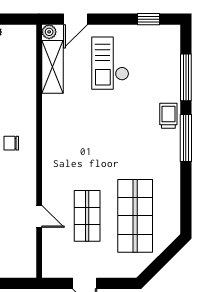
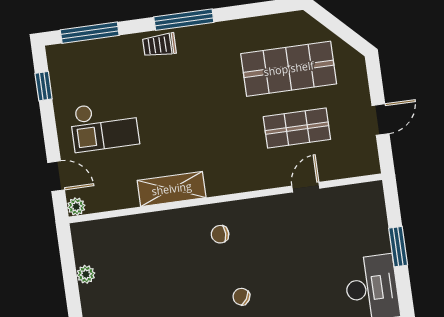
shelving: (52, 67) -> (172, 189), moved
window: (186, 77) -> (90, 33), moved
chair: (11, 143) -> (220, 234), turned 90

